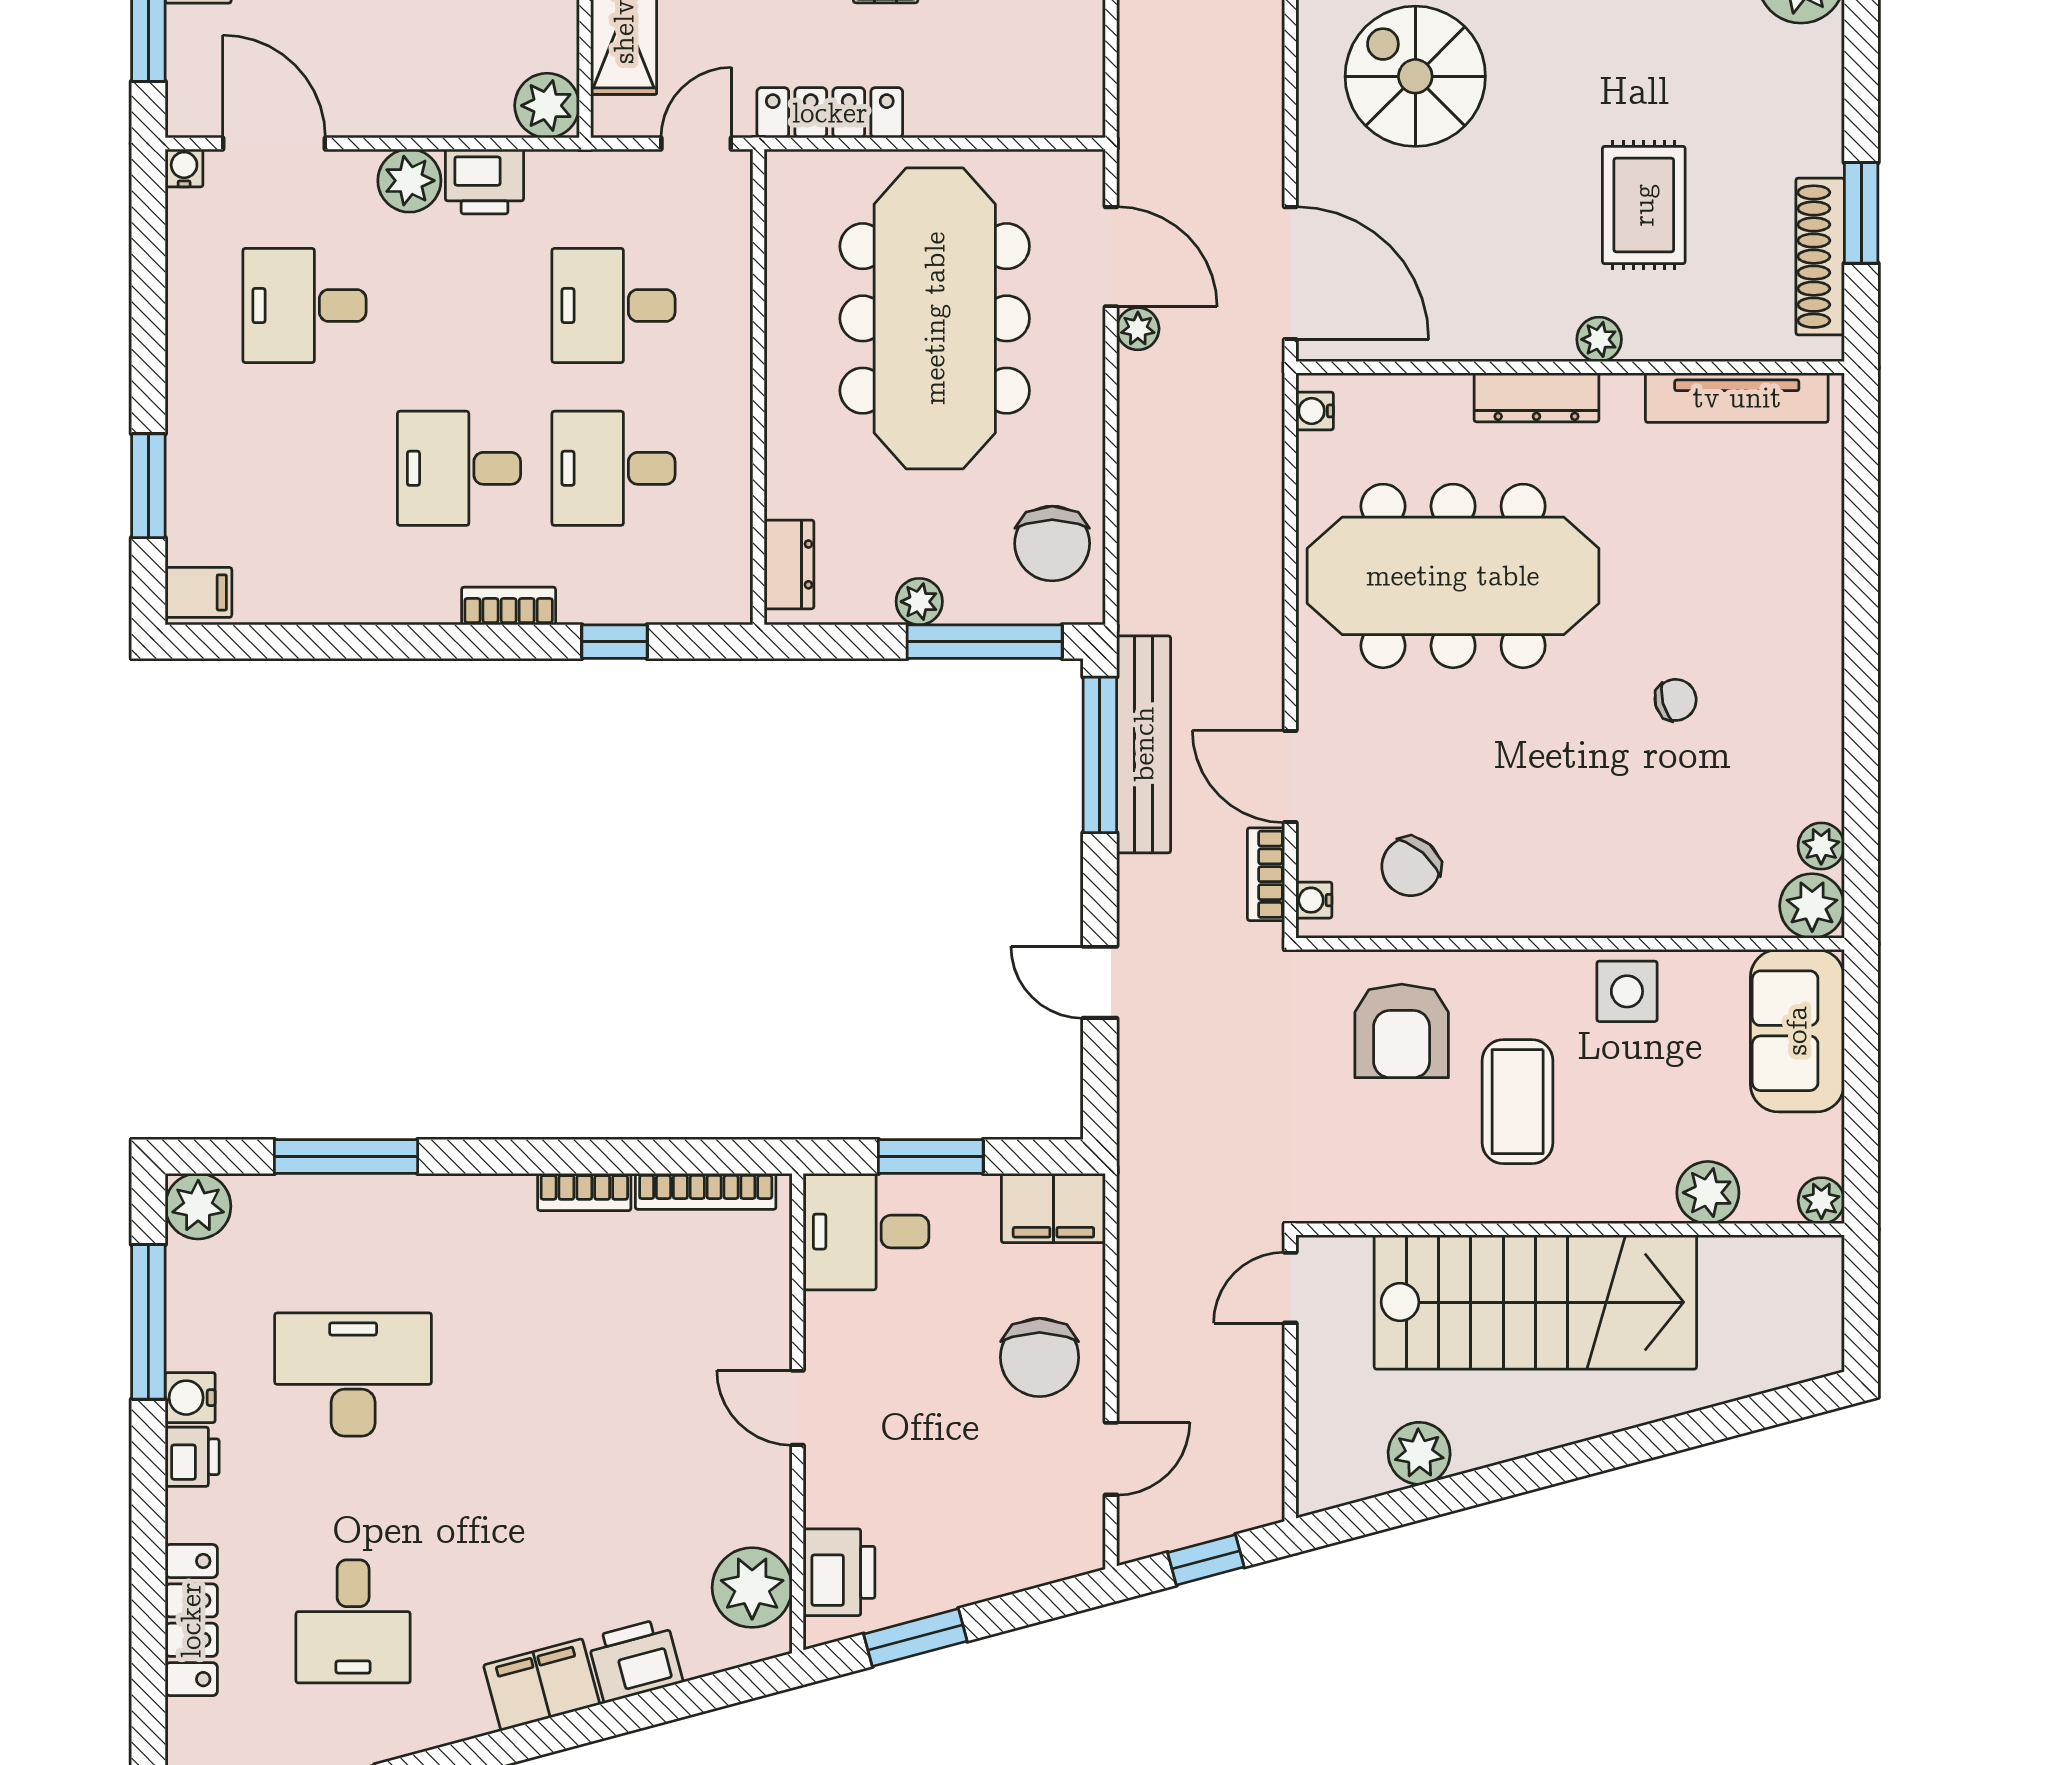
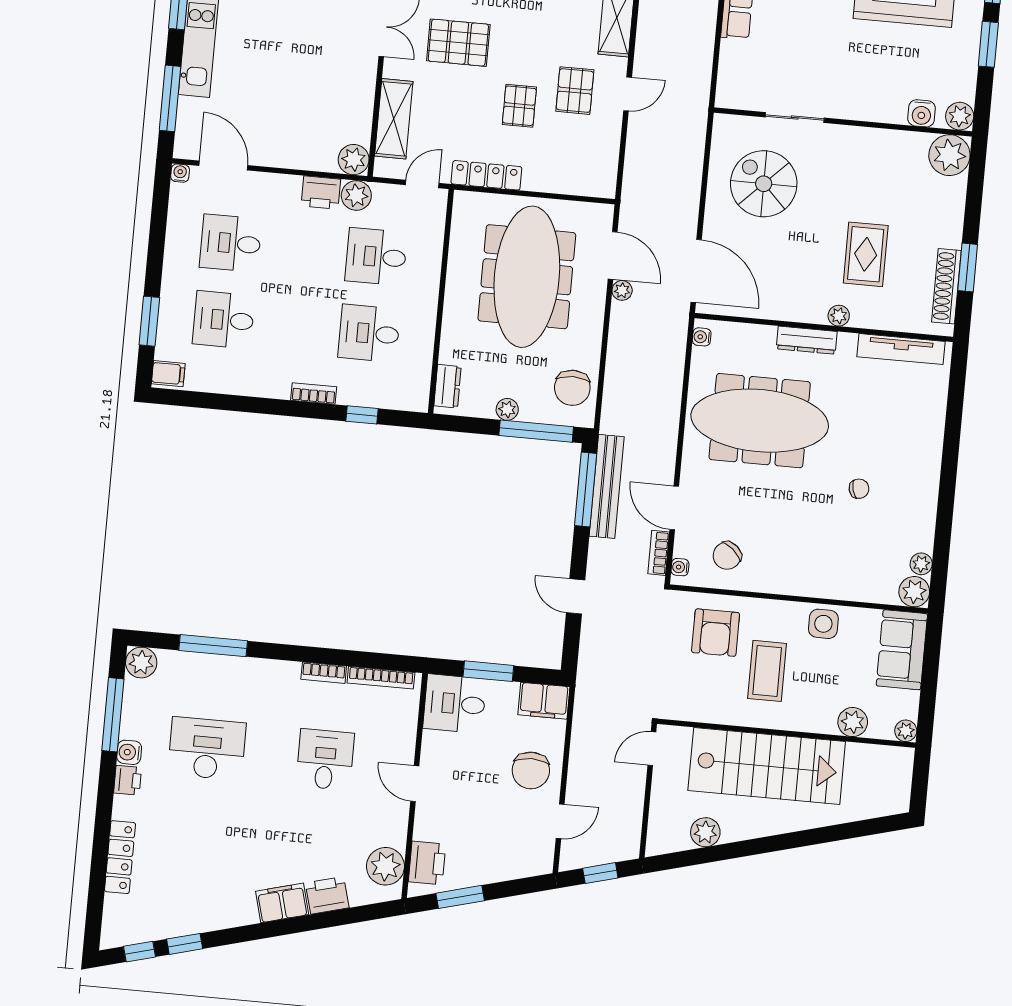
plant: (409, 181) -> (356, 195), moved
desk: (459, 468) -> (224, 320), moved
desk: (353, 1621) -> (325, 759), moved, turned 180

